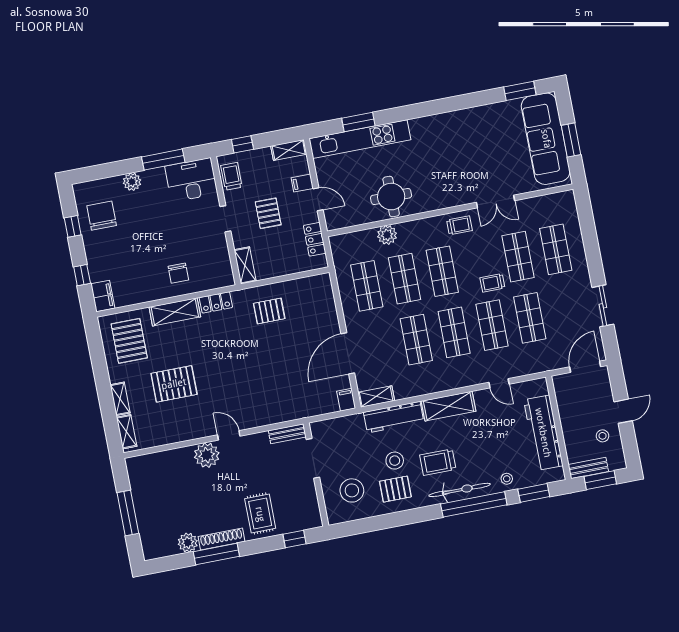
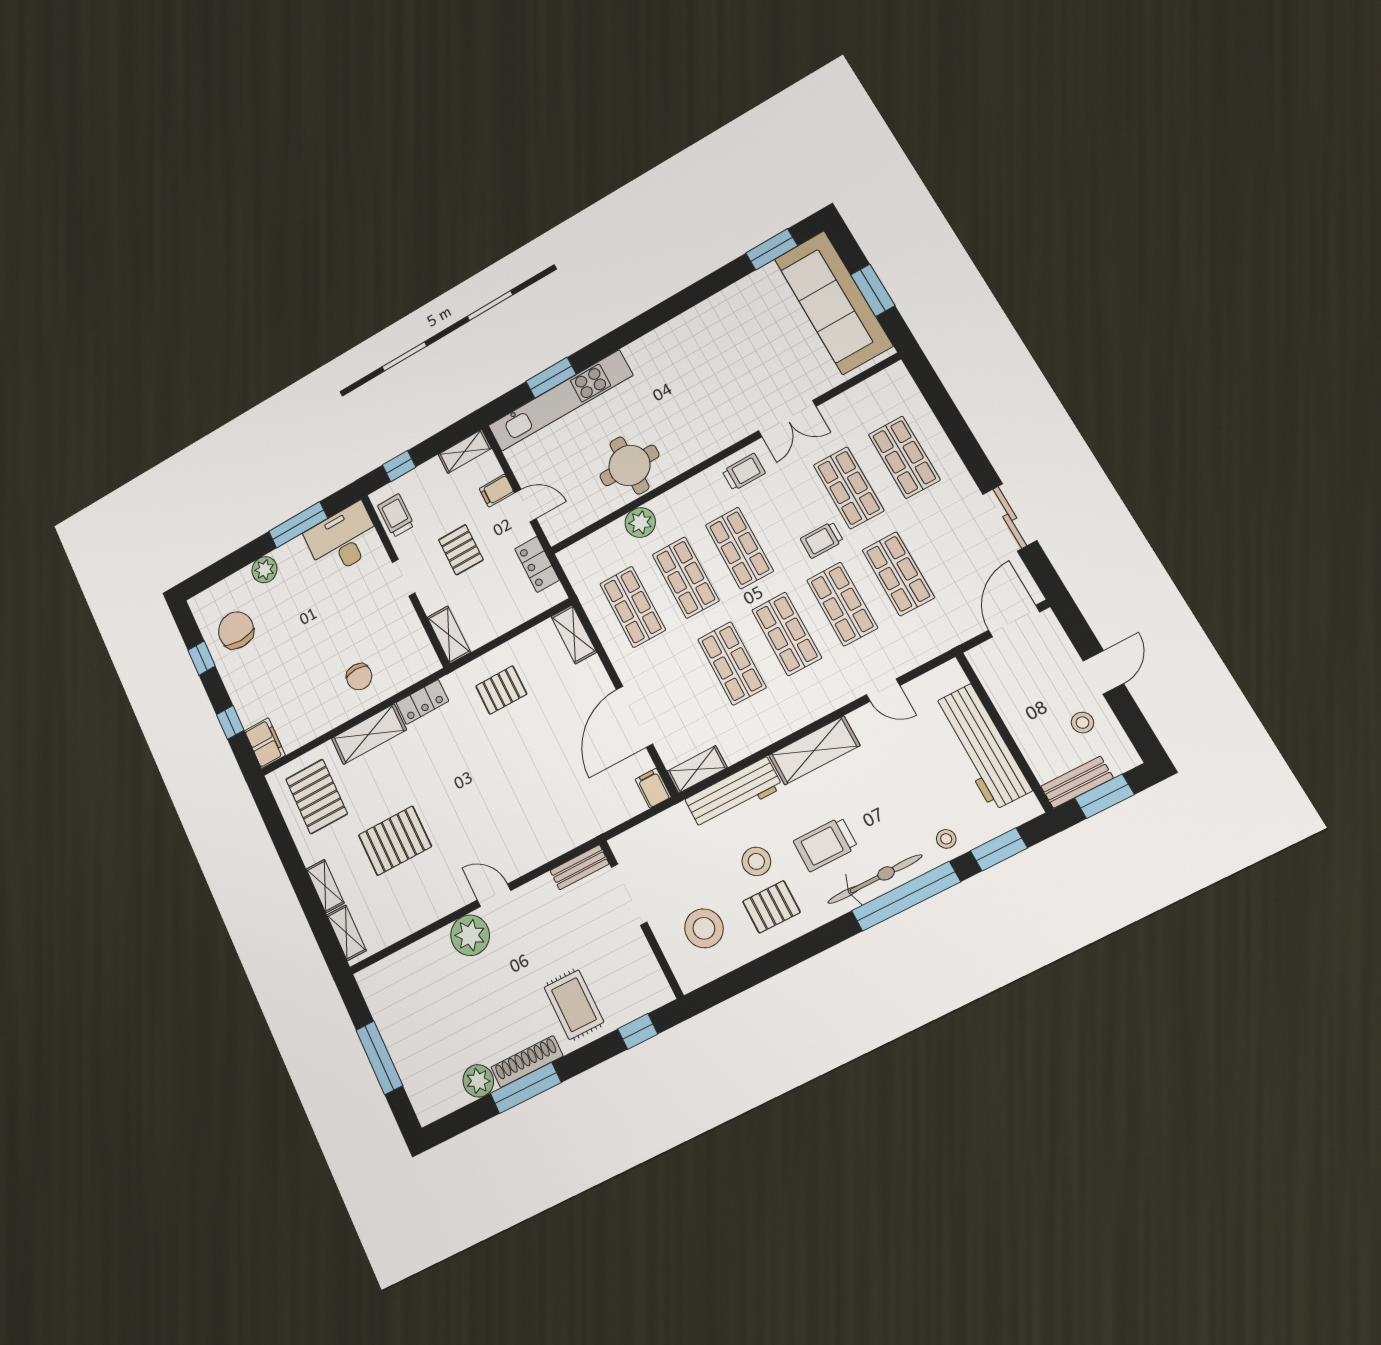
shelving: (325, 291) -> (574, 634), added

